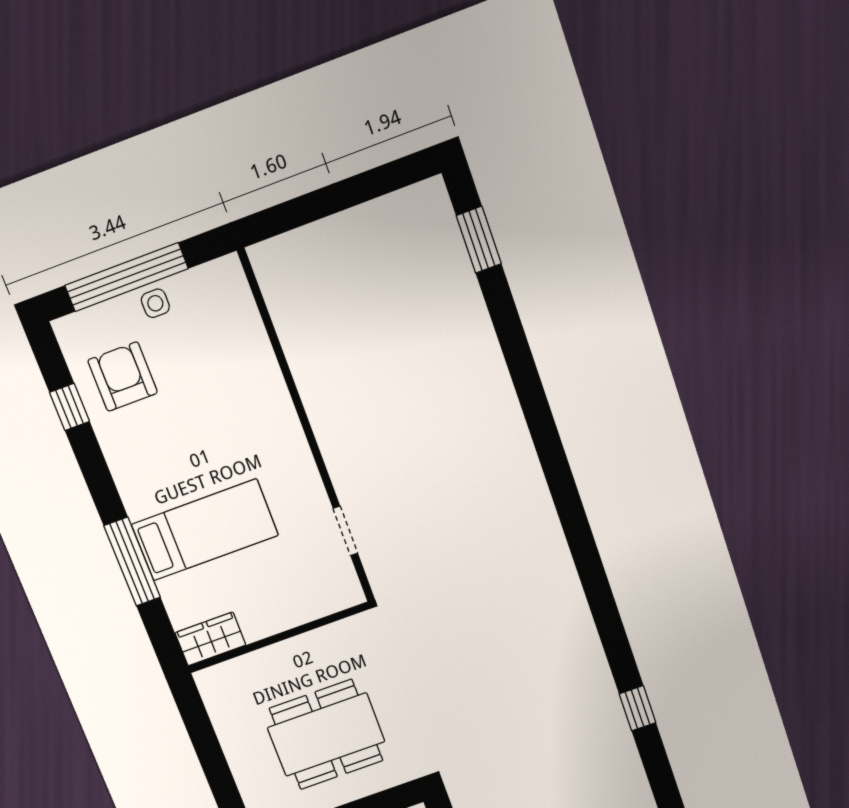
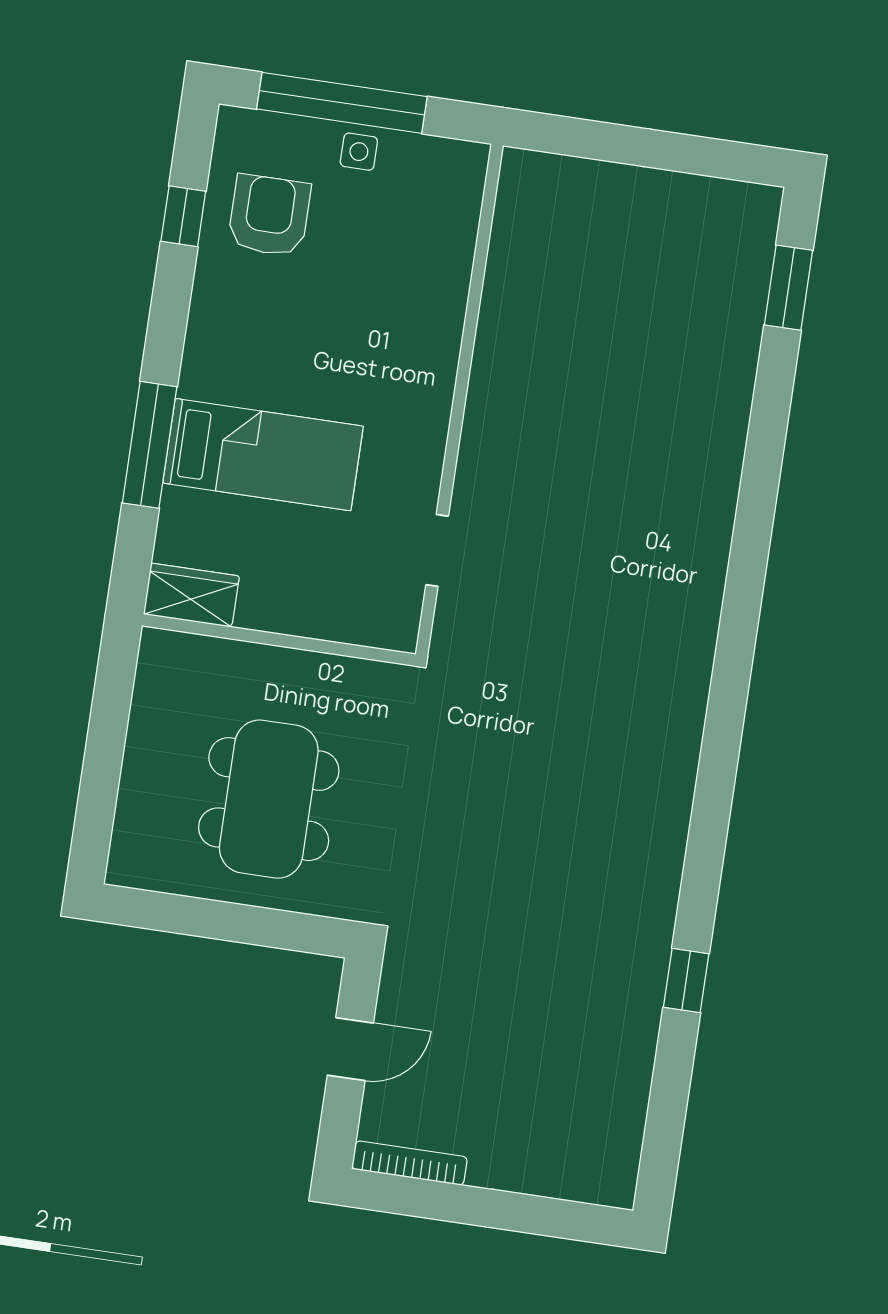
dining table: (326, 735) -> (269, 799), turned 90

